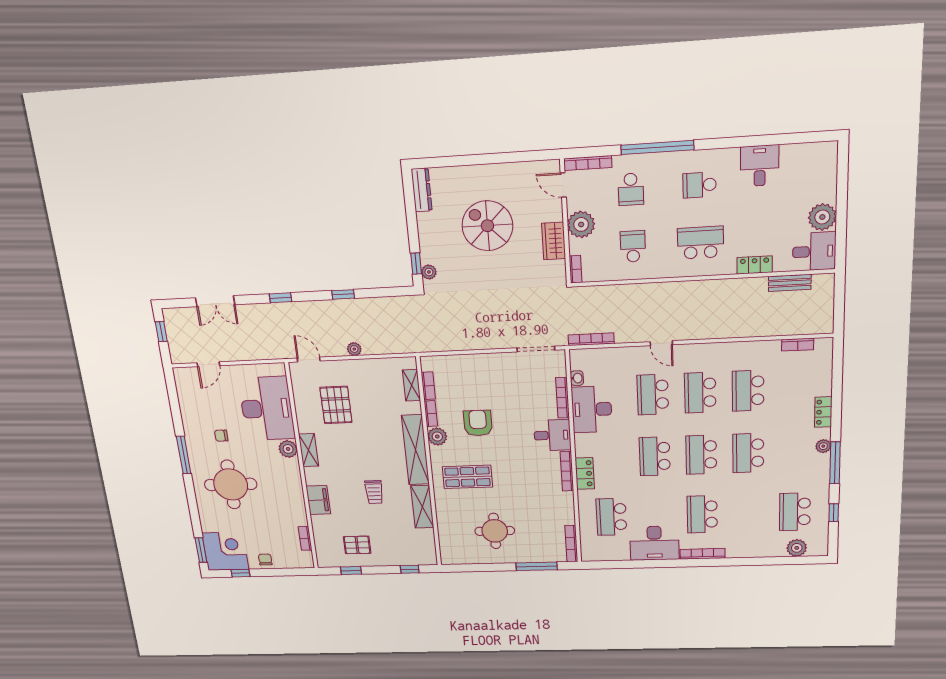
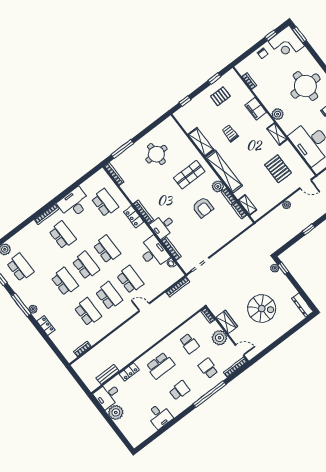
plant: (288, 449) -> (278, 114), moved

